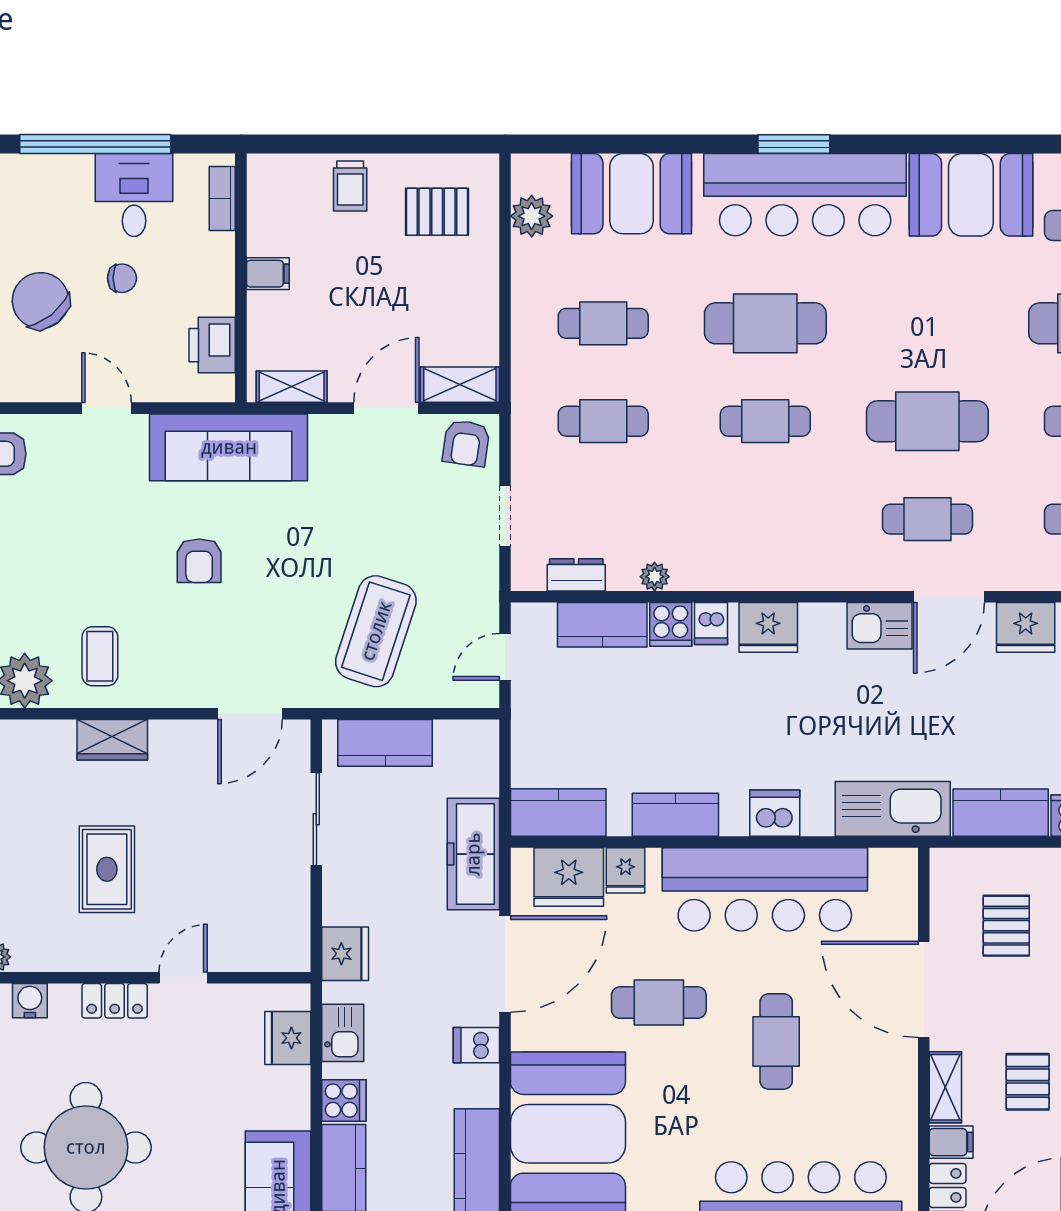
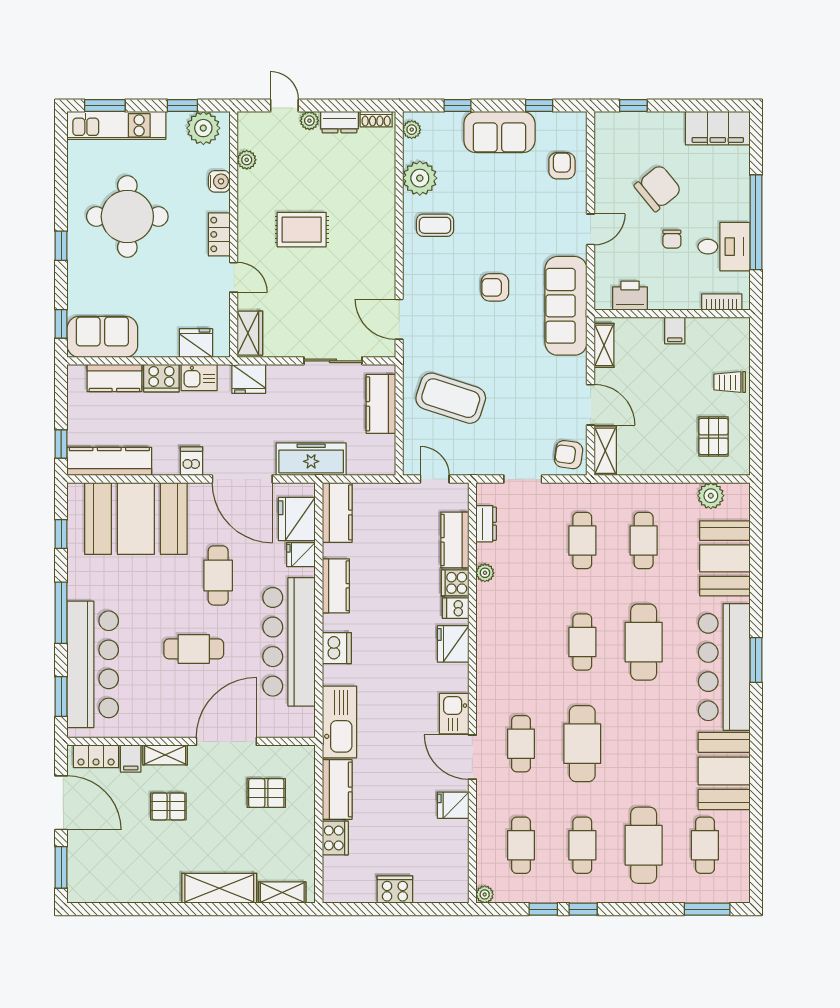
fridge: (1026, 627) -> (453, 805), width x0.72
wardrobe: (112, 740) -> (250, 333), moved, turned 180
cooker: (344, 1101) -> (161, 378), width x1.36

